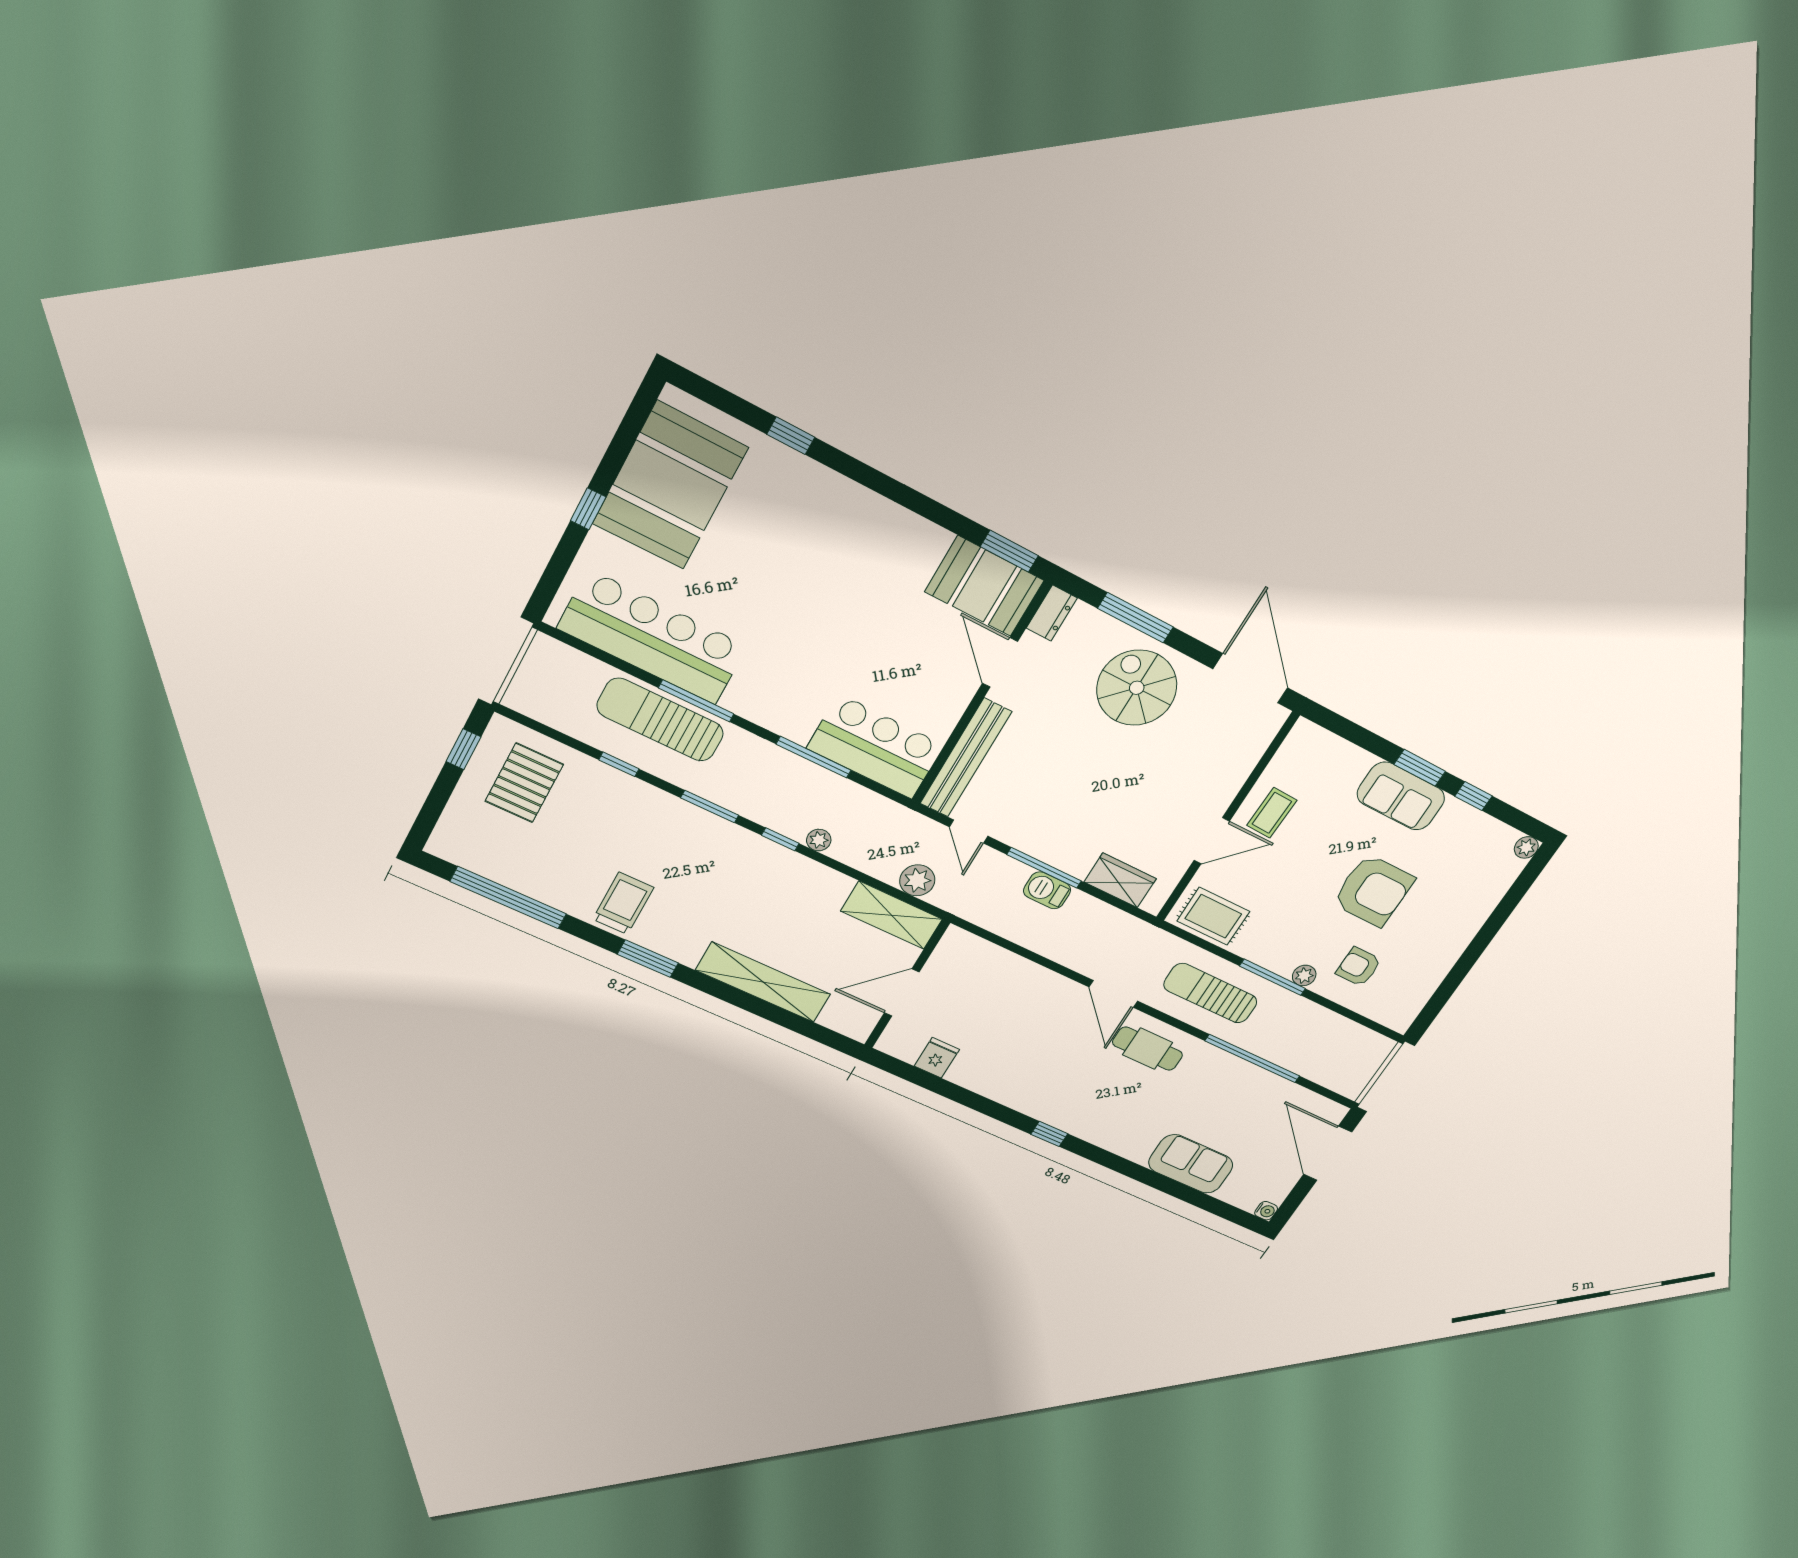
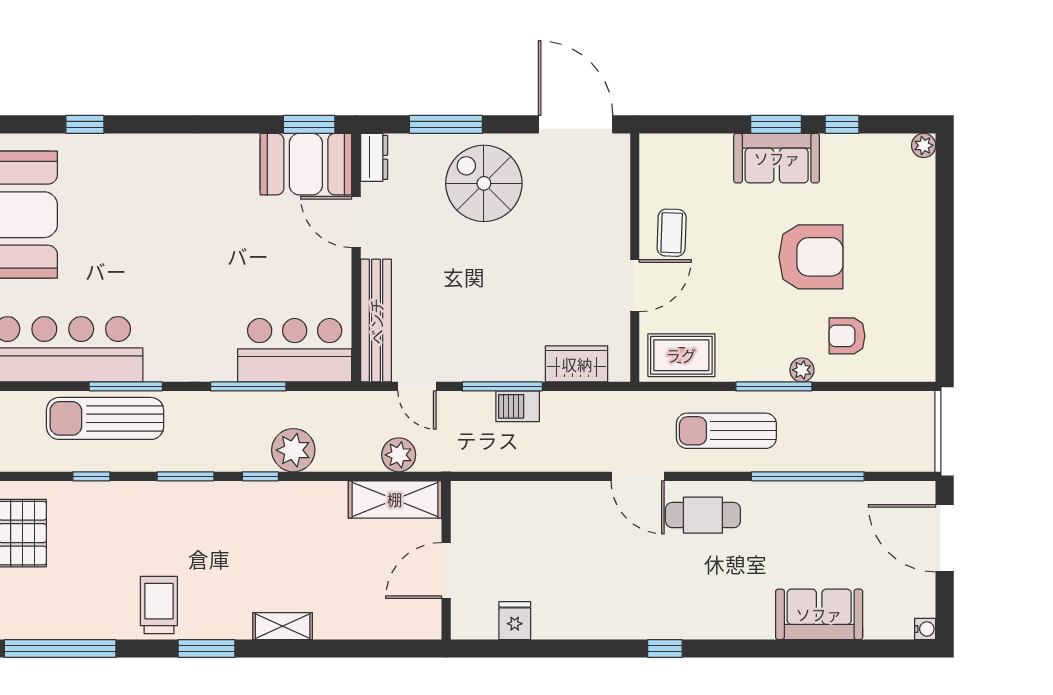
plant: (819, 840) -> (293, 450), width x1.88, depth x1.88
shelving: (763, 982) -> (283, 626), width x0.45, depth x0.75

